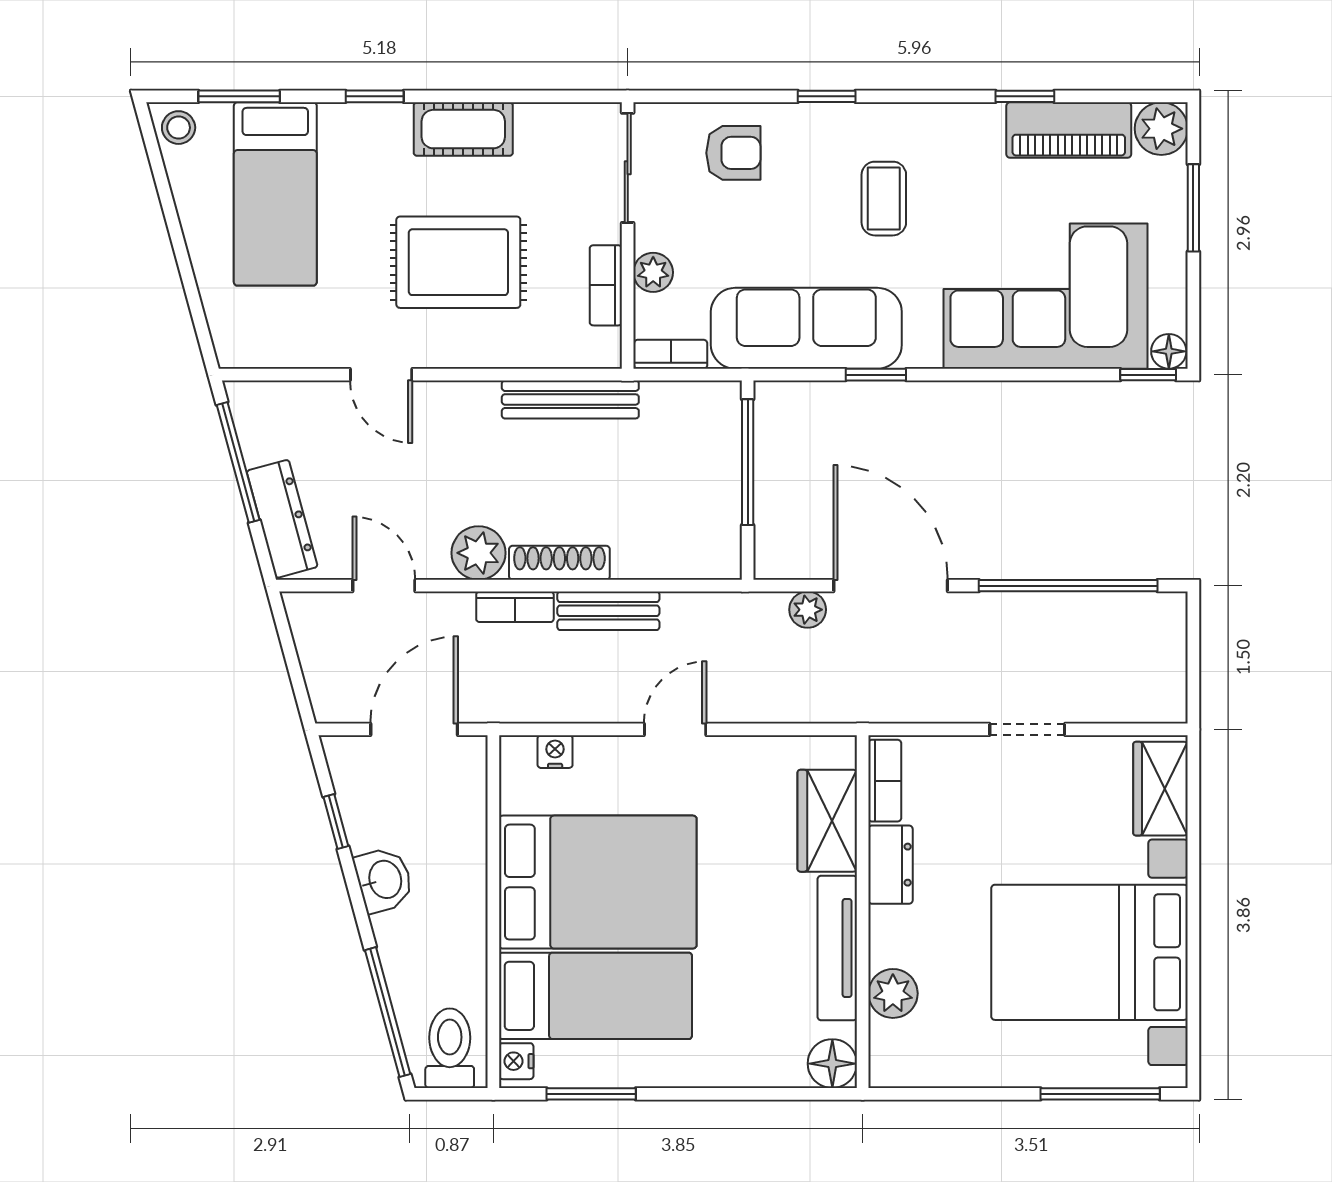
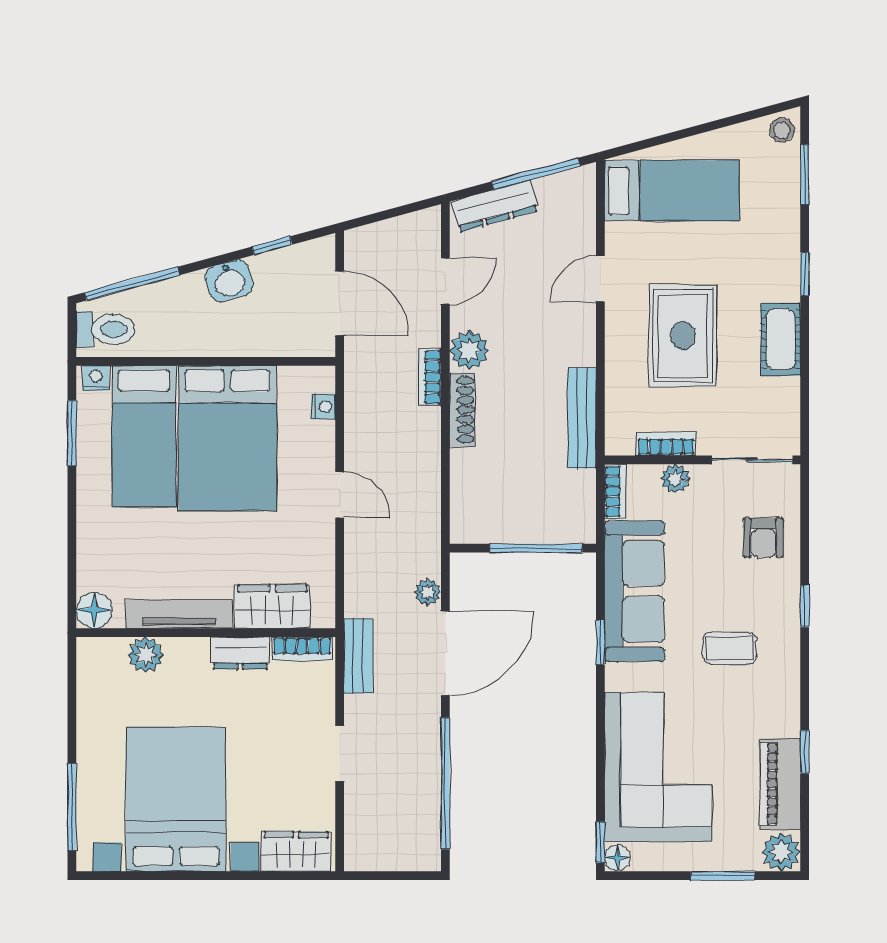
bed: (275, 194) -> (672, 191), moved, turned 180
bench: (608, 611) -> (358, 656), moved

